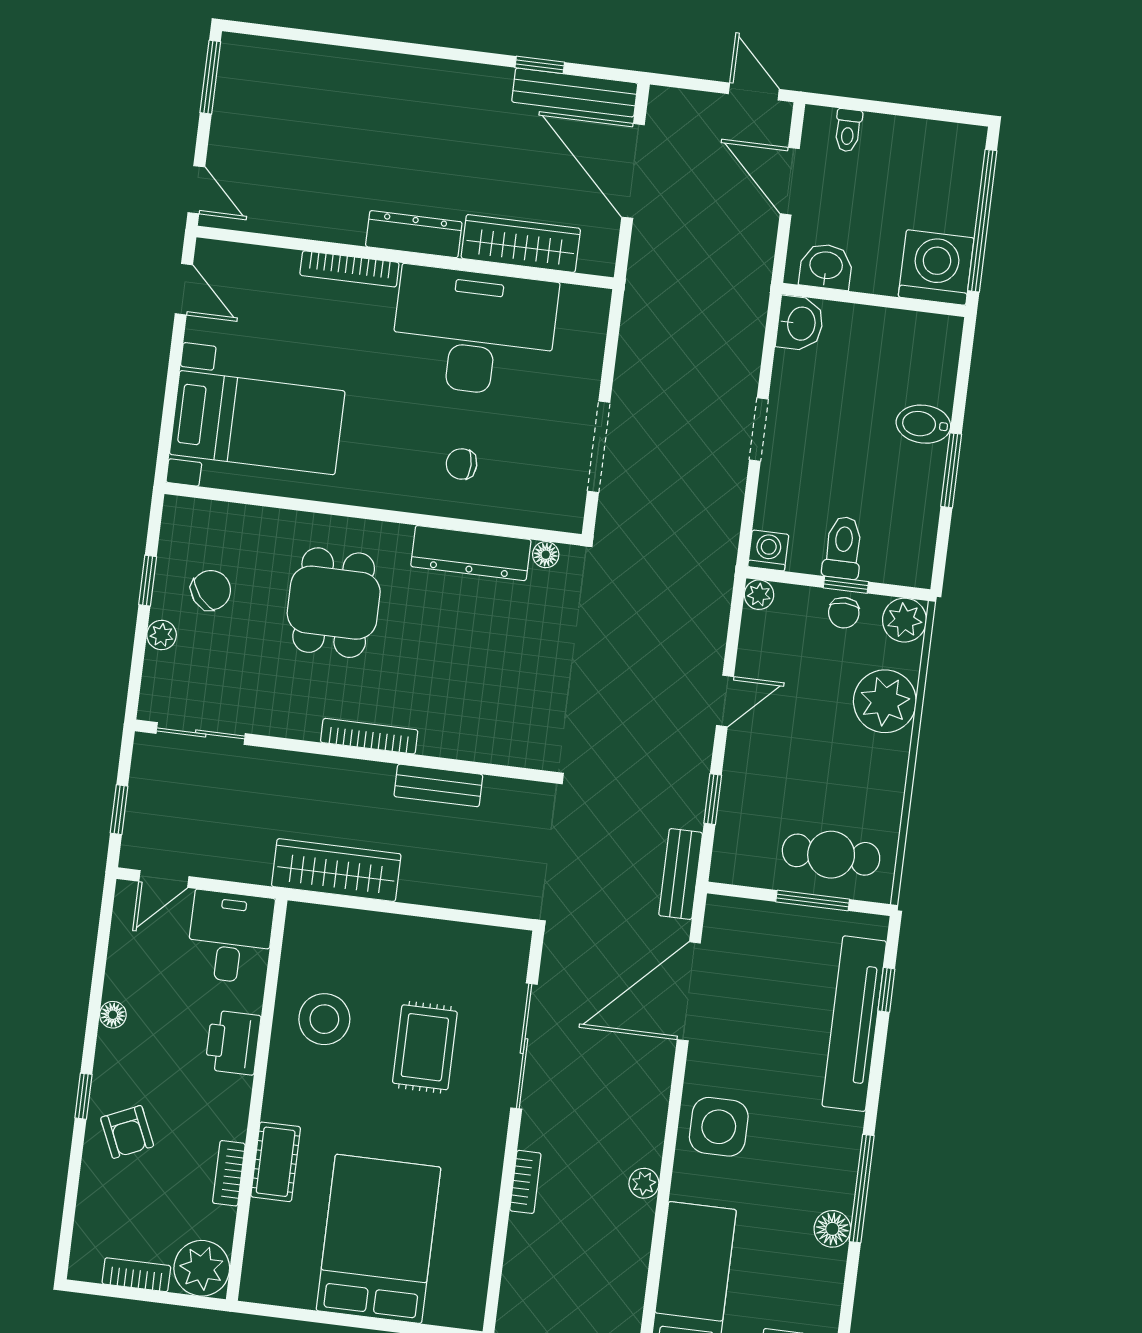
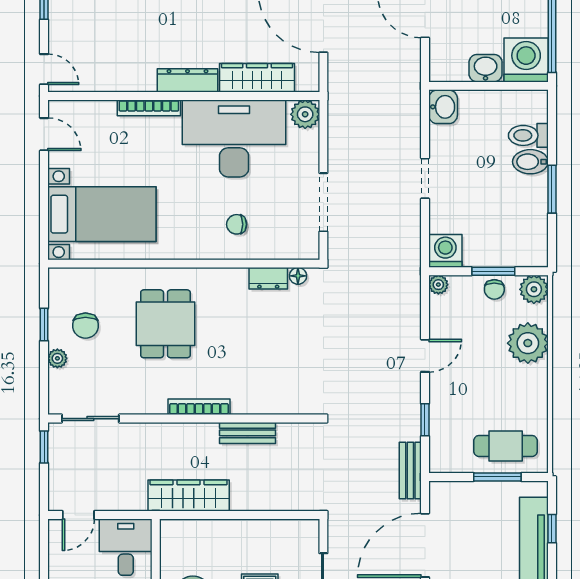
washbasin: (826, 266) -> (486, 68), moved
plant: (587, 309) -> (305, 114), added
toilet: (843, 548) -> (528, 135), moved, turned -90
washing machine: (768, 550) -> (445, 251), width x1.38, depth x1.38
dresser: (471, 553) -> (268, 278), width x0.51, depth x0.80
window: (846, 585) -> (493, 271), width x1.50
chair: (211, 590) -> (85, 326), turned 129
window: (119, 810) -> (44, 447), moved

